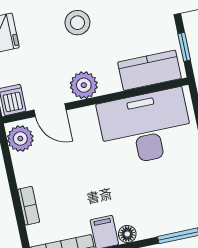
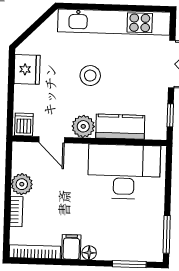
kitchen counter: (150, 70) -> (120, 127), moved
plant: (20, 138) -> (22, 184), moved

